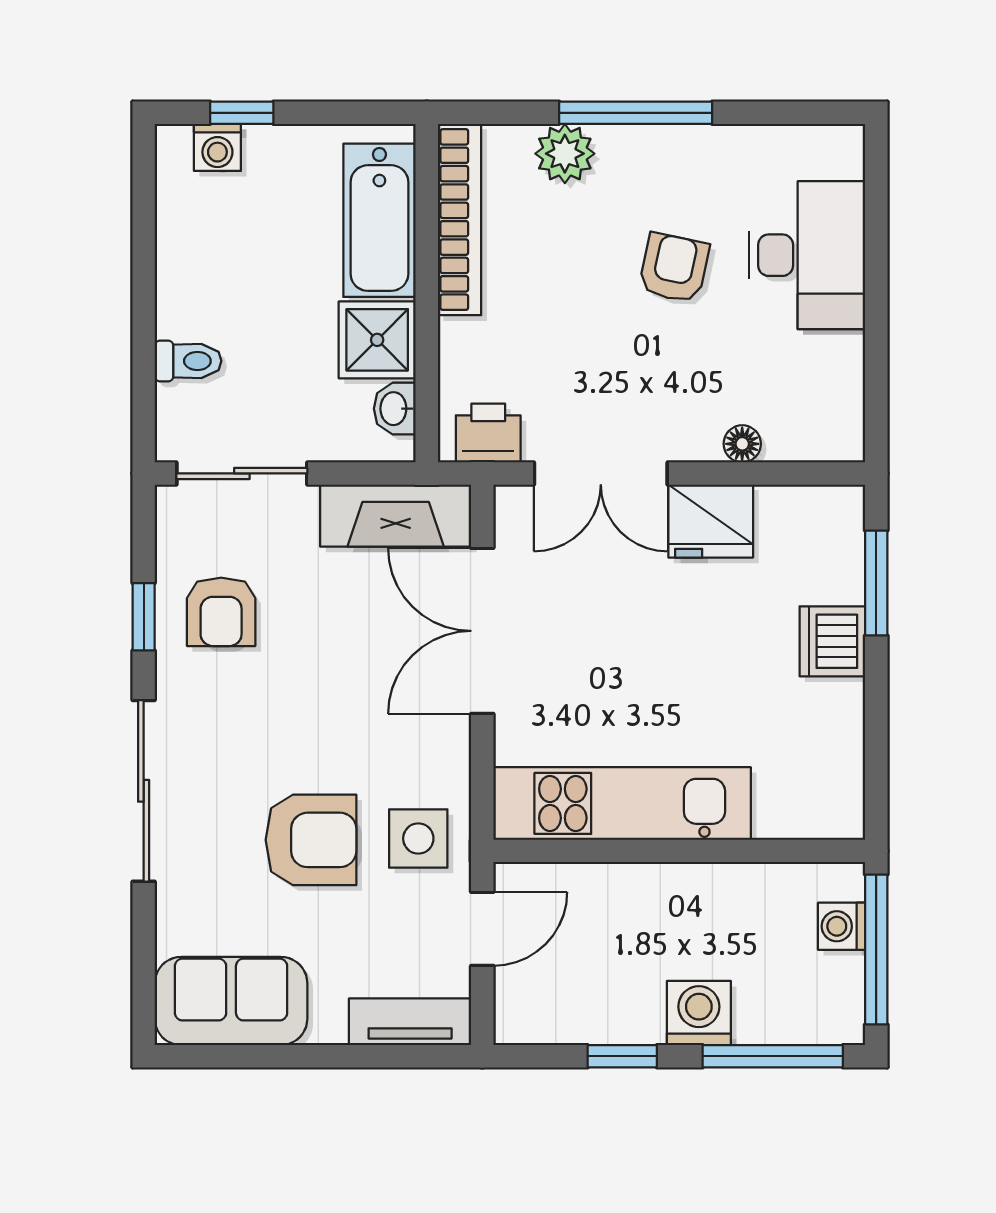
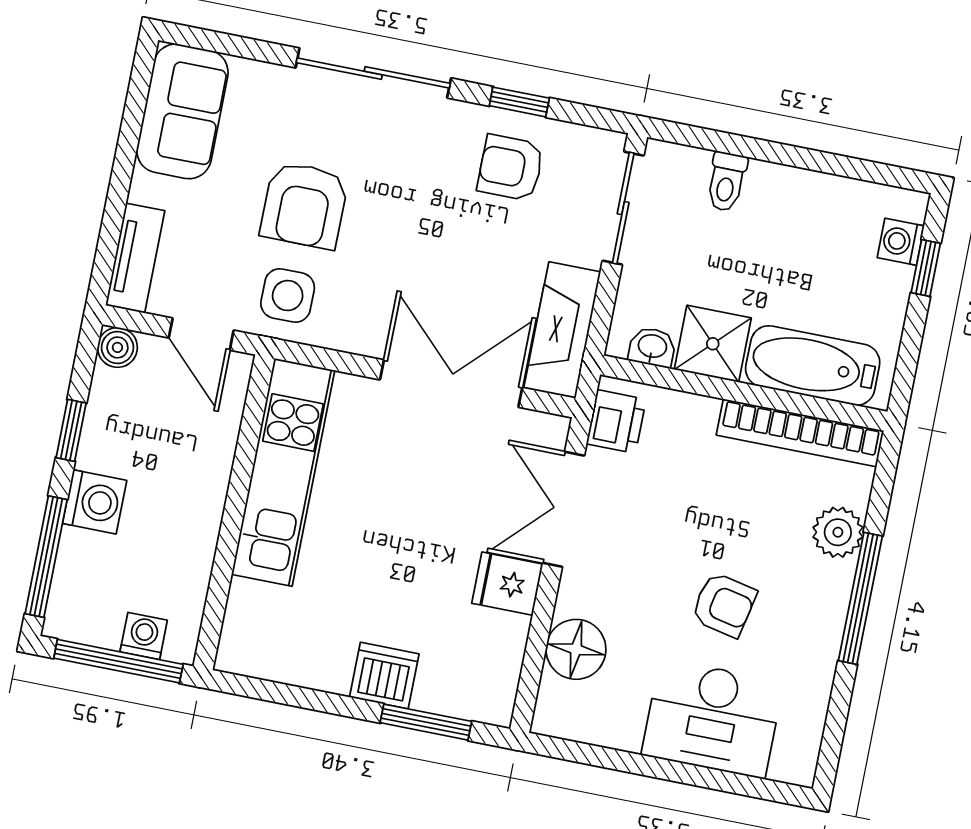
floor lamp: (742, 444) -> (576, 649), width x1.89, depth x1.89
fridge: (711, 521) -> (507, 584), width x0.72
boiler: (517, 1022) -> (117, 347), added

